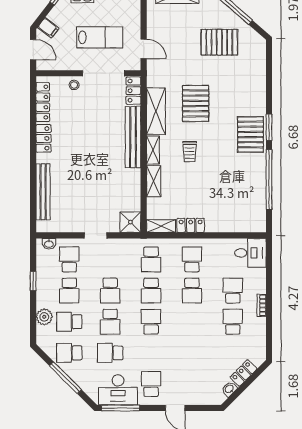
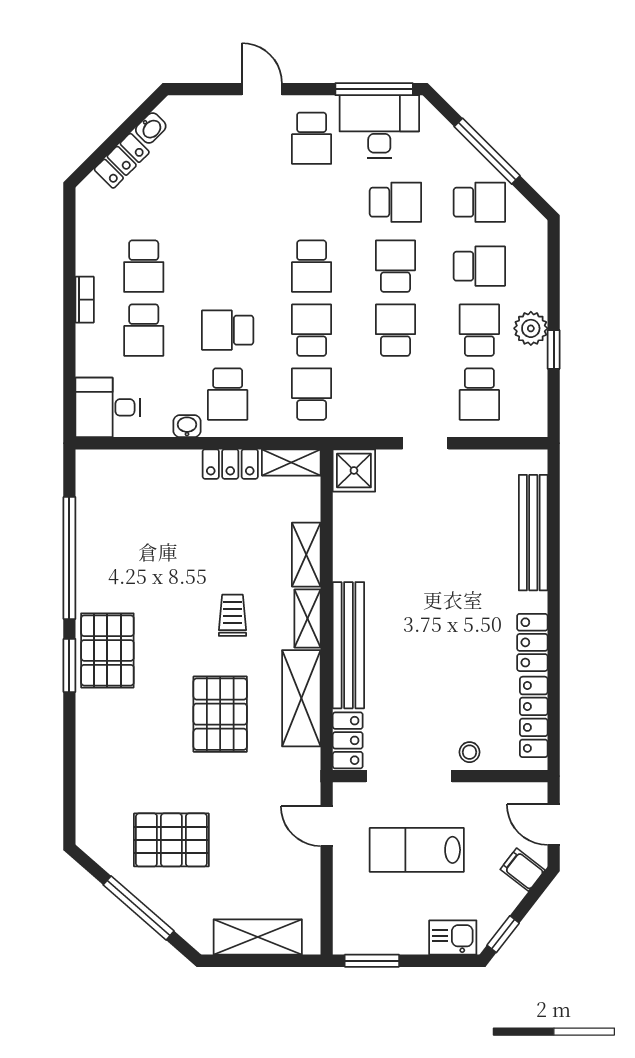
washbasin: (49, 244) -> (187, 426), moved
school desk: (192, 291) -> (228, 330), turned -90
plant: (44, 317) -> (531, 328), moved

